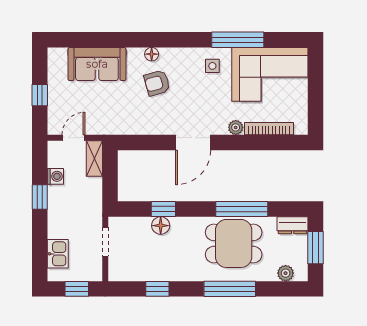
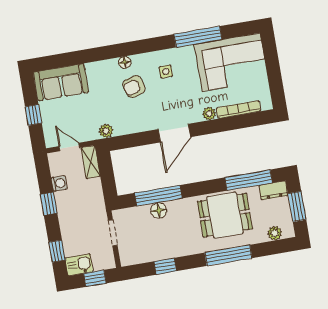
sofa: (97, 64) -> (61, 82), moved
side table: (212, 66) -> (166, 72), moved
plant: (117, 127) -> (106, 131), added
door: (73, 138) -> (69, 147), hinge flipped
window: (163, 209) -> (158, 196), width x2.17
window: (242, 209) -> (249, 180), moved
window: (40, 251) -> (57, 251), added
kitchen sink: (58, 254) -> (79, 265), moved, turned -90

